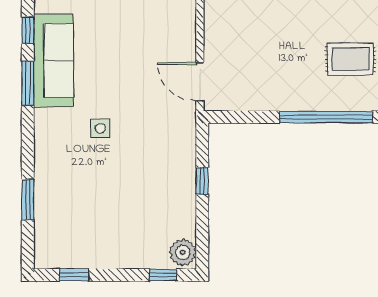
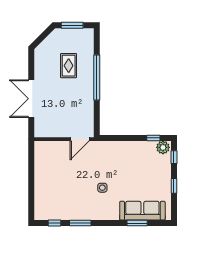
sofa: (53, 61) -> (142, 211), moved
window: (202, 181) -> (153, 138), moved
window: (74, 275) -> (174, 186), moved

